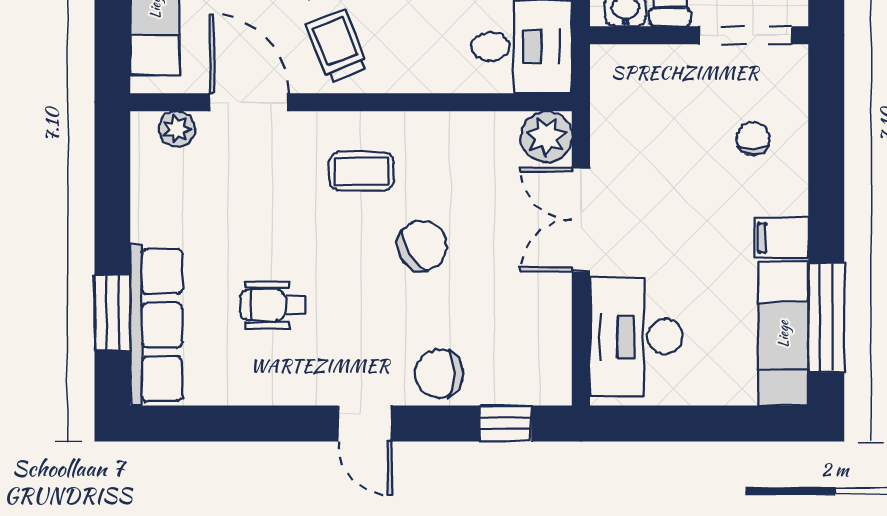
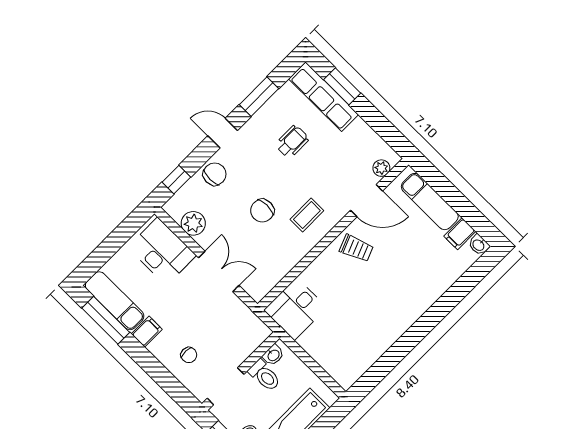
plant: (546, 137) -> (193, 223), moved
chair: (422, 246) -> (262, 211), turned 32
window: (254, 423) -> (259, 97), added

